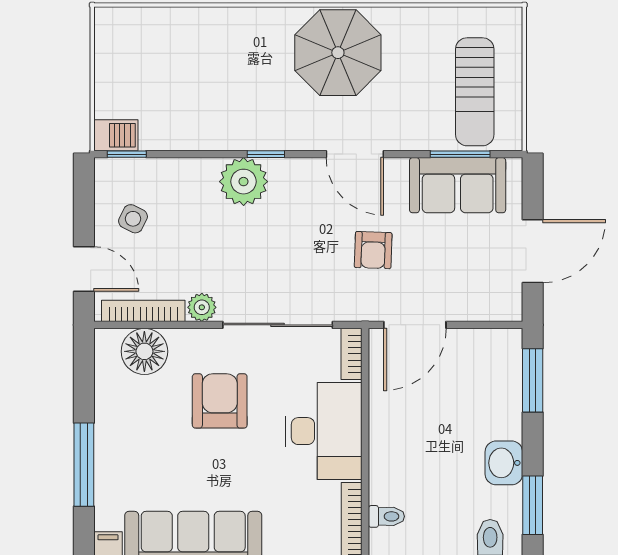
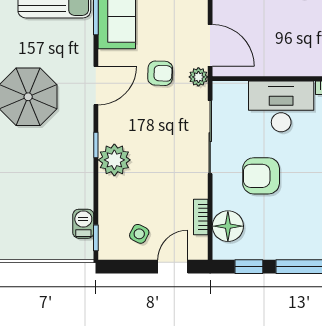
barbecue: (116, 135) -> (83, 224), moved
plant: (202, 307) -> (198, 77), moved
bookcase: (143, 311) -> (201, 217), width x0.64
bookcase: (351, 354) -> (230, 88), removed
window: (84, 383) -> (249, 267), added

